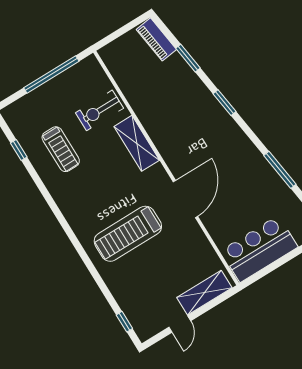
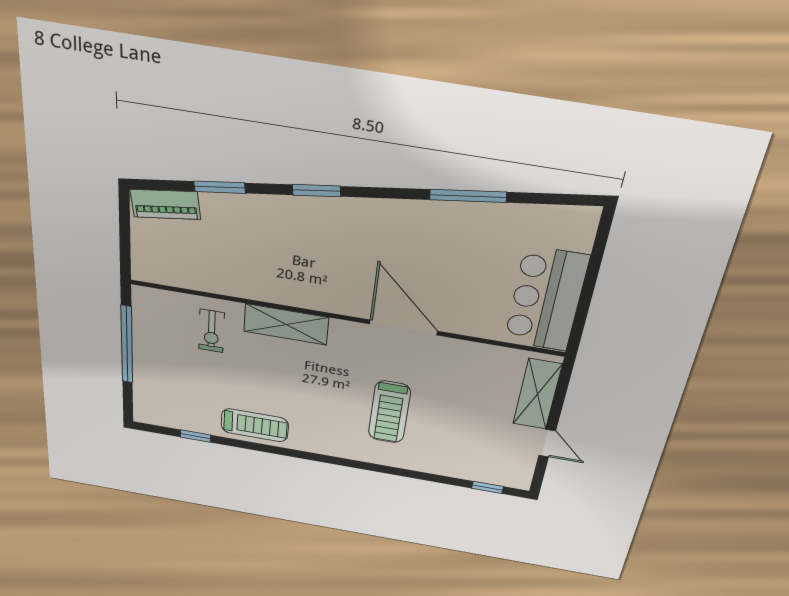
exercise bike: (99, 110) -> (212, 331), width x0.73, depth x0.72
treadmill: (61, 149) -> (255, 425), moved
treadmill: (128, 234) -> (389, 412), width x0.73, depth x0.73

